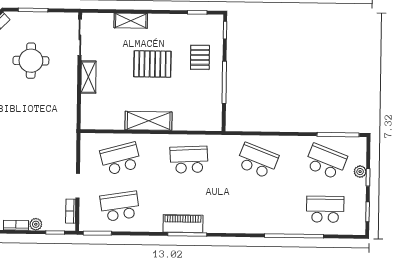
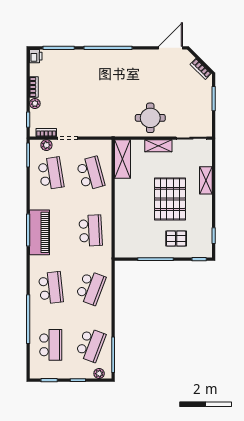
round table: (31, 61) -> (150, 118), moved
pallet: (152, 64) -> (170, 199), width x1.37, depth x1.41
shelving: (149, 121) -> (123, 159), moved
plant: (360, 172) -> (99, 374), moved
school desk: (257, 208) -> (51, 288), added
plant: (86, 211) -> (46, 145), added
piano: (183, 224) -> (40, 232), width x1.37, depth x1.33

